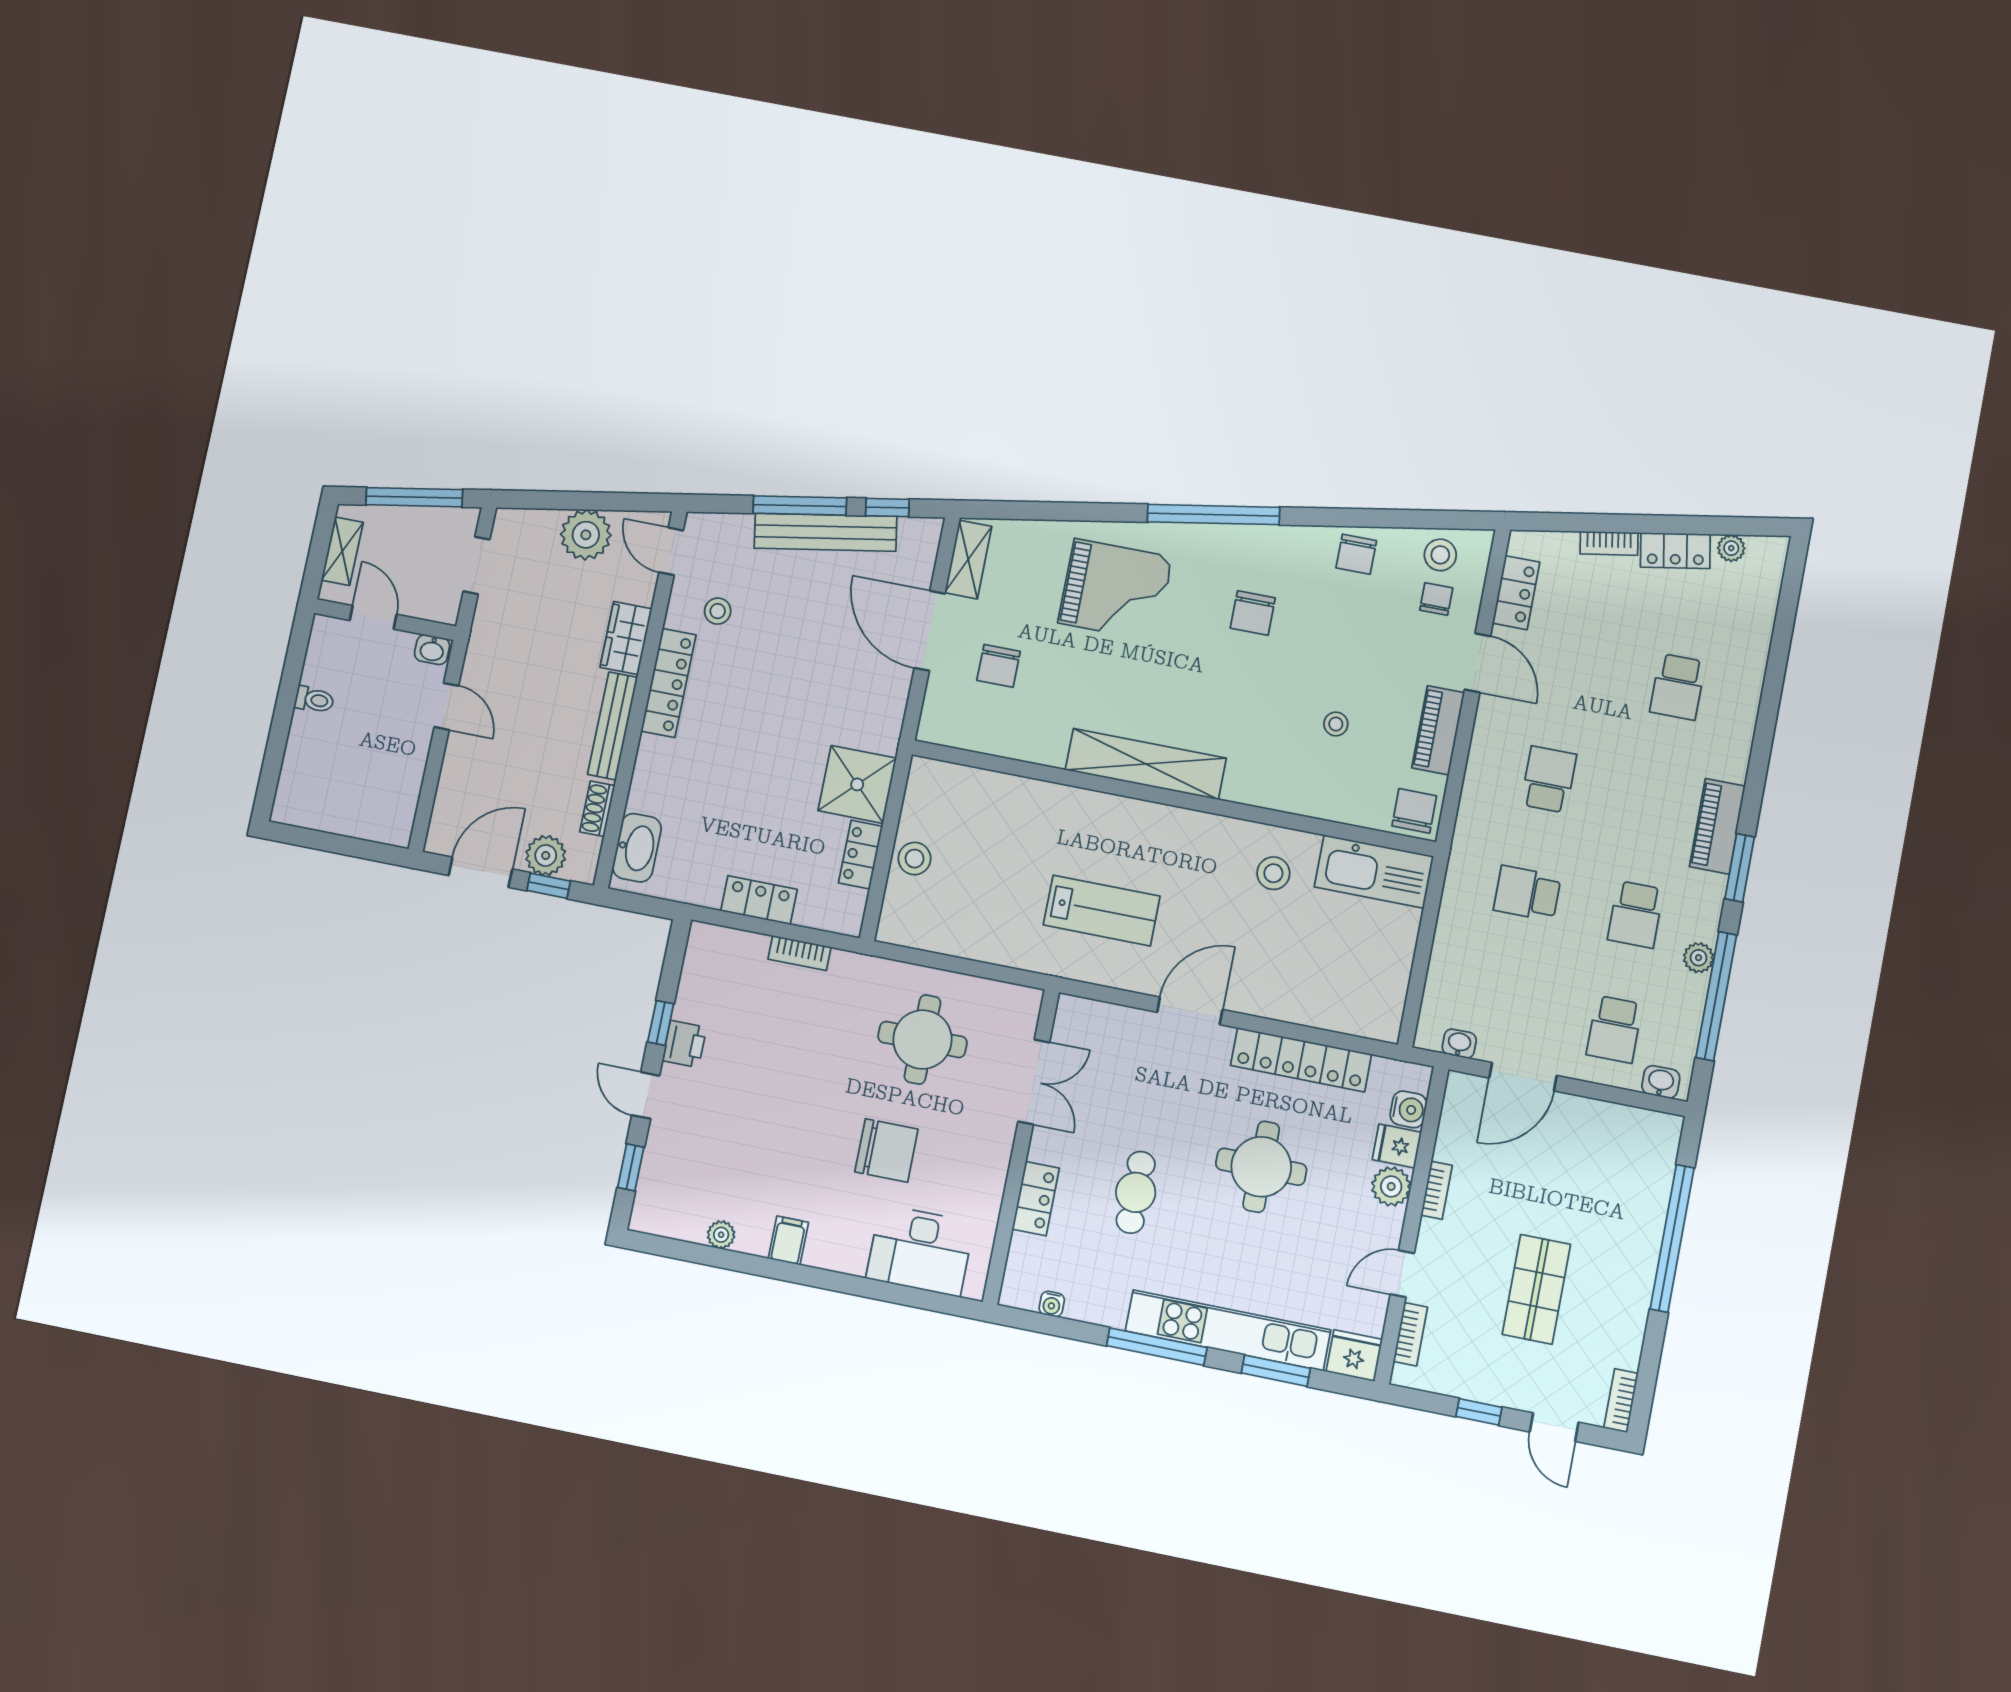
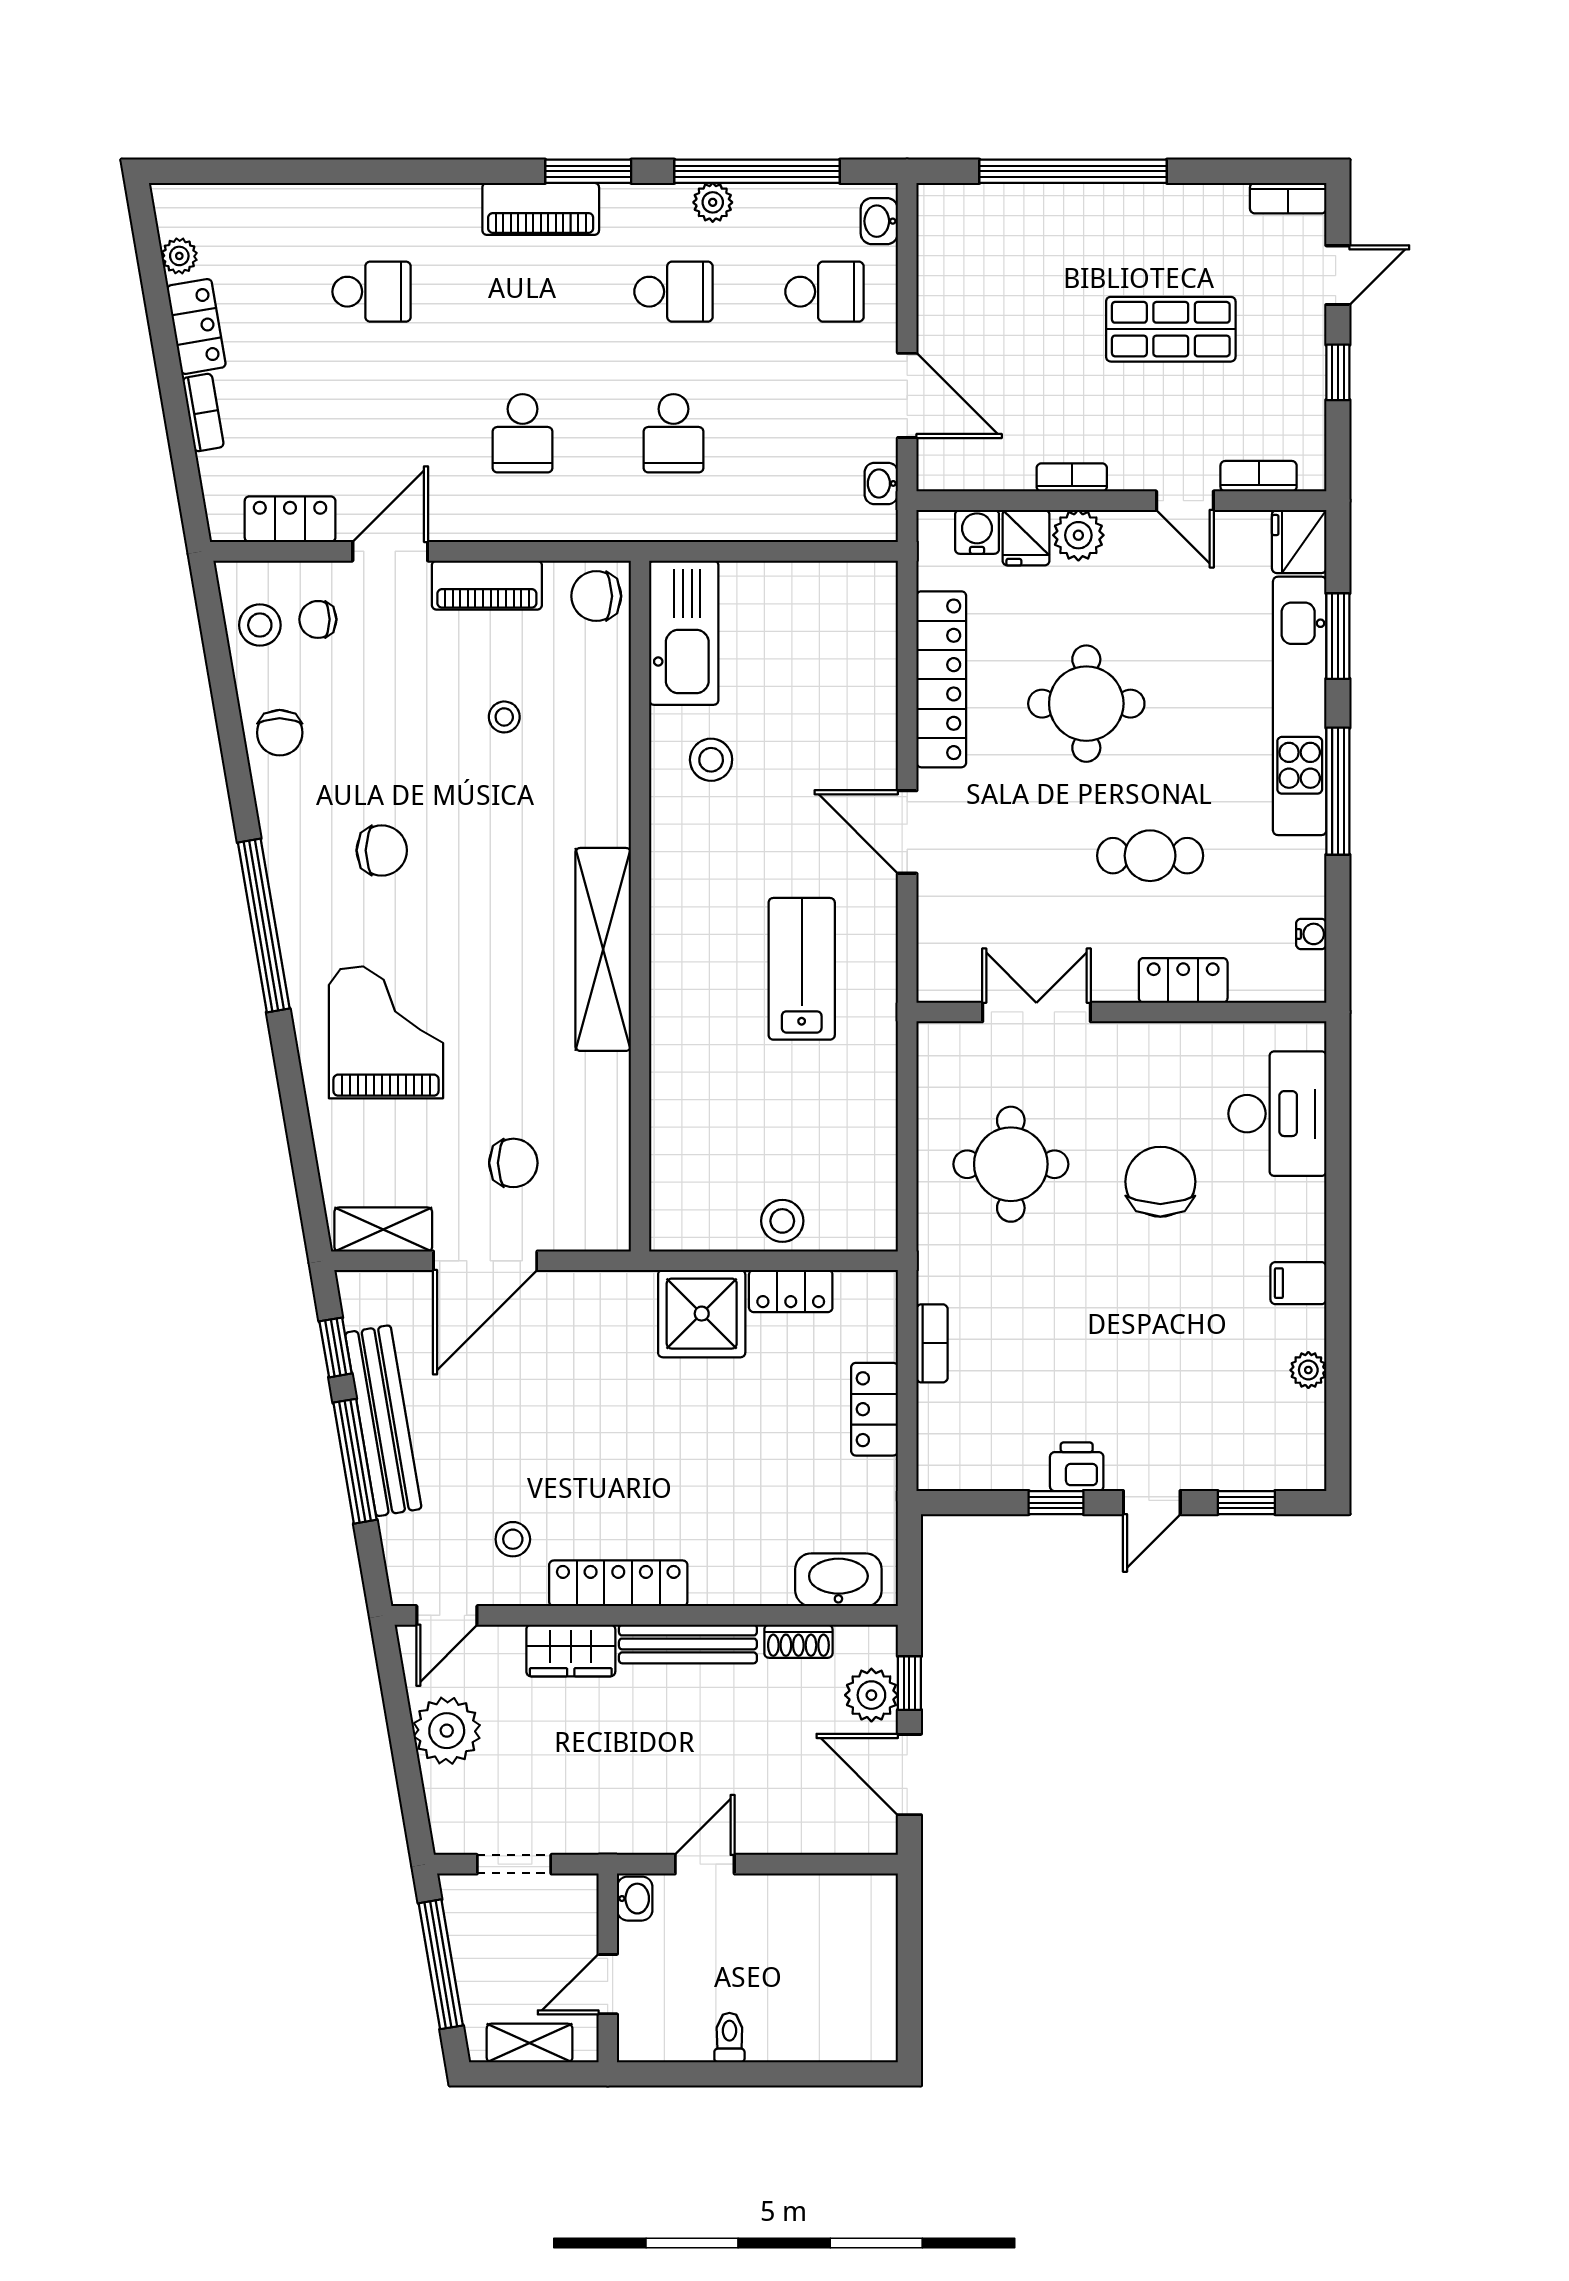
chair: (1356, 554) -> (280, 733), turned 90
school desk: (1549, 779) -> (523, 433), turned -90

